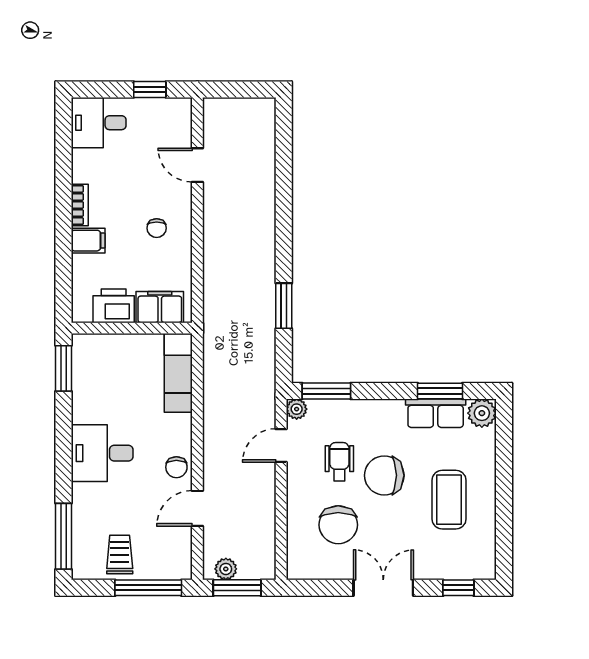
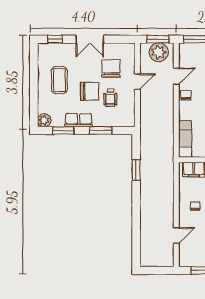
door: (197, 165) -> (176, 235), hinge flipped
window: (326, 391) -> (101, 130), moved
plant: (297, 409) -> (130, 122), removed
row of seats: (436, 413) -> (79, 120), moved
door: (281, 445) -> (137, 82), moved
plant: (226, 569) -> (159, 52), width x1.88, depth x1.88

